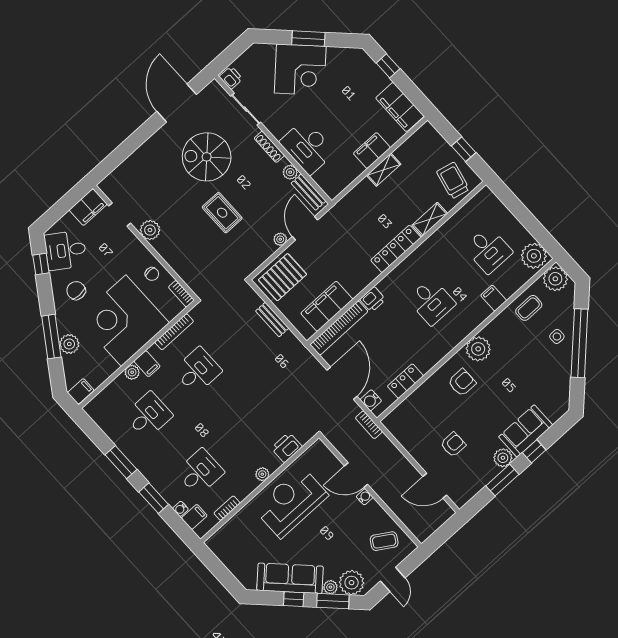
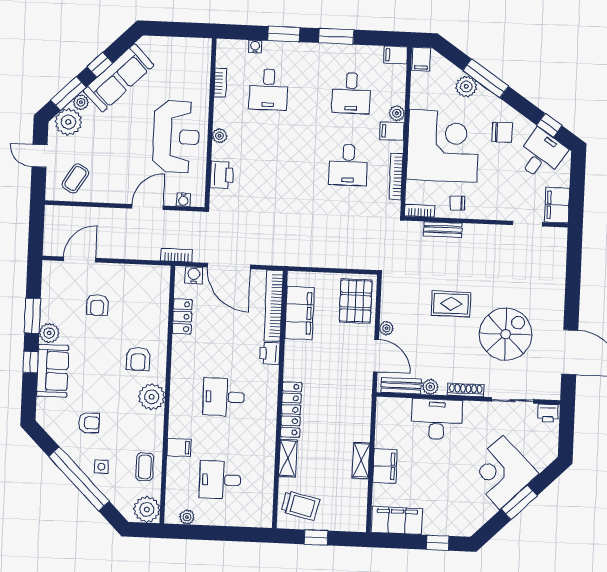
plant: (150, 230) -> (492, 235), removed
plant: (534, 256) -> (187, 517), width x0.53, depth x0.53
bench: (272, 320) -> (443, 229), moved
armchair: (536, 373) -> (89, 423), added
water cooler: (365, 497) -> (183, 200), moved
filing cabinet: (194, 517) -> (396, 55), moved, turned 90

